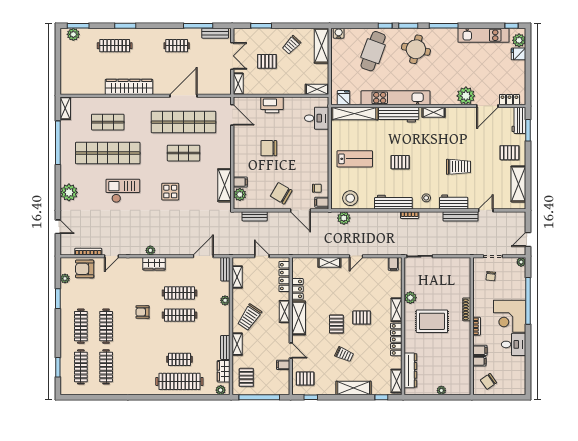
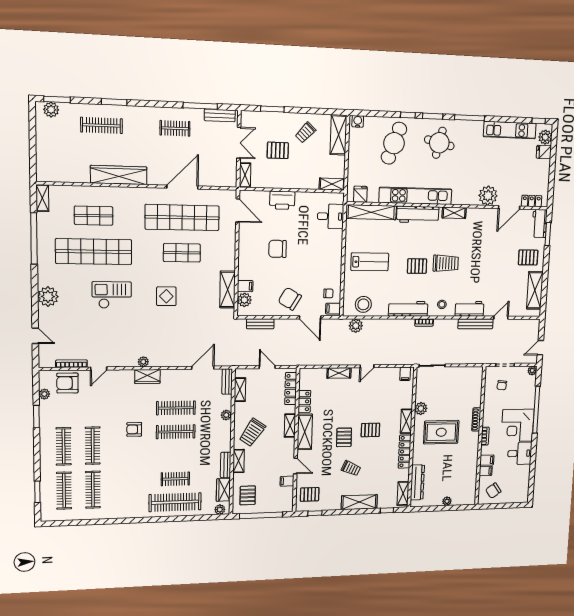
trolley: (458, 167) -> (446, 263), moved

